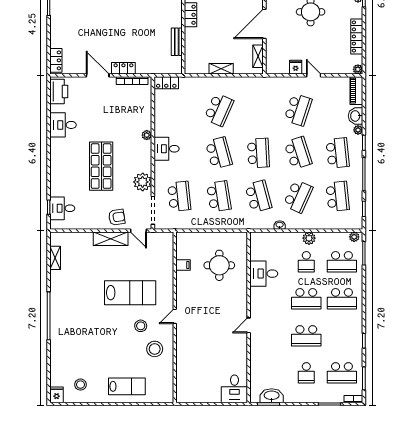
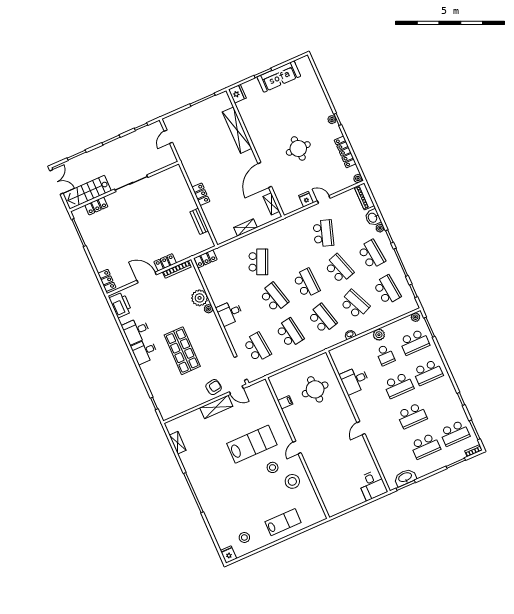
plant: (143, 182) -> (200, 298), moved
school desk: (298, 196) -> (355, 304), turned -48
desk: (62, 208) -> (144, 351), moved
school desk: (306, 373) -> (425, 446), width x1.85

